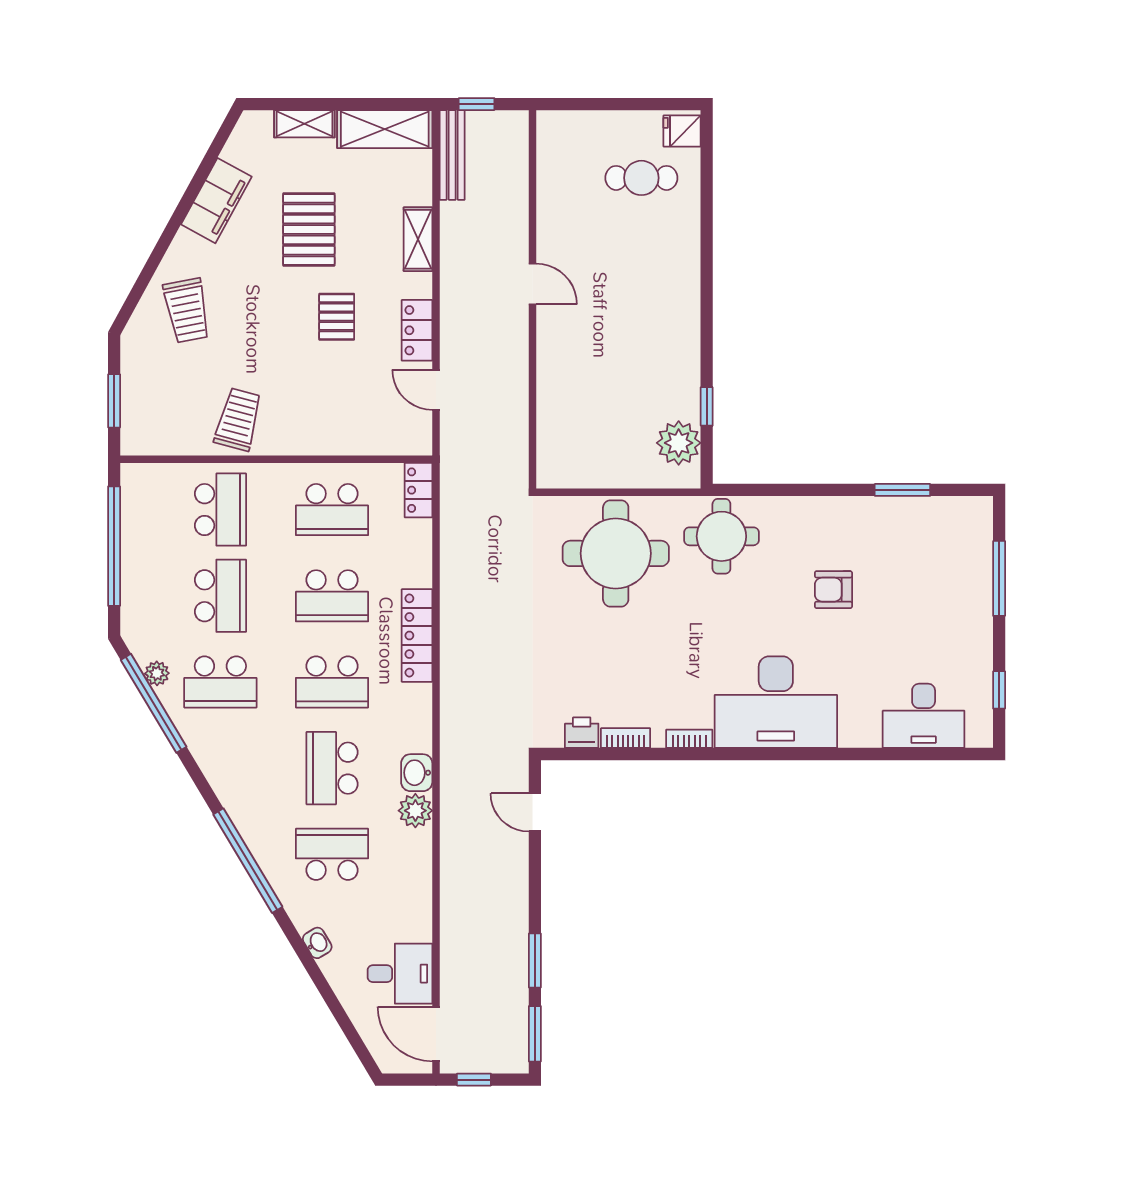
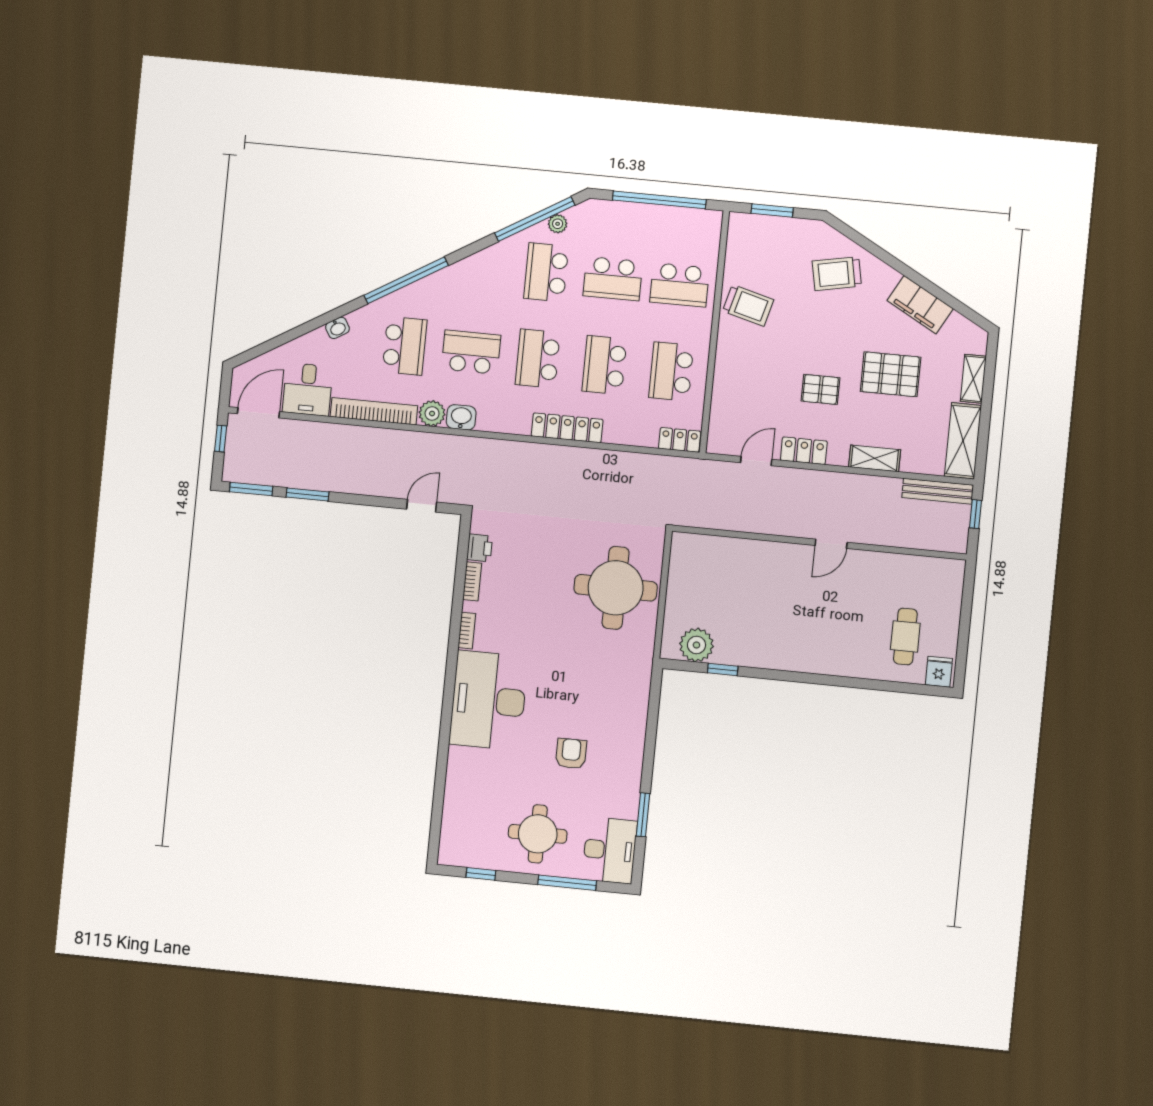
round table: (721, 536) -> (538, 834), moved
desk: (924, 716) -> (610, 850), moved, turned 180
bookcase: (420, 886) -> (374, 411), added

